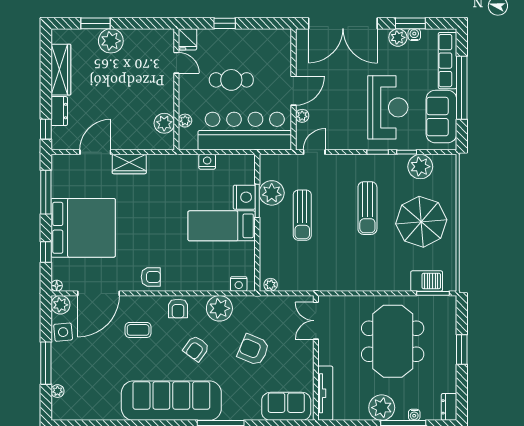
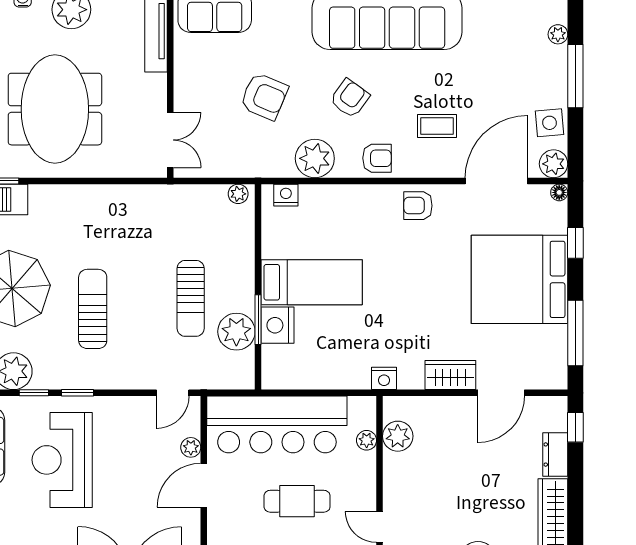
nightstand: (207, 162) -> (384, 378), moved
sun lounger: (302, 215) -> (191, 298), turned 180
armchair: (178, 308) -> (377, 158), turned 90

